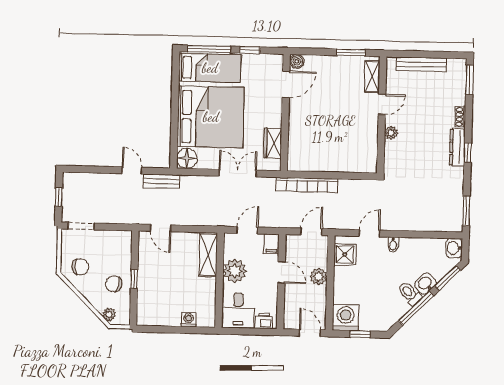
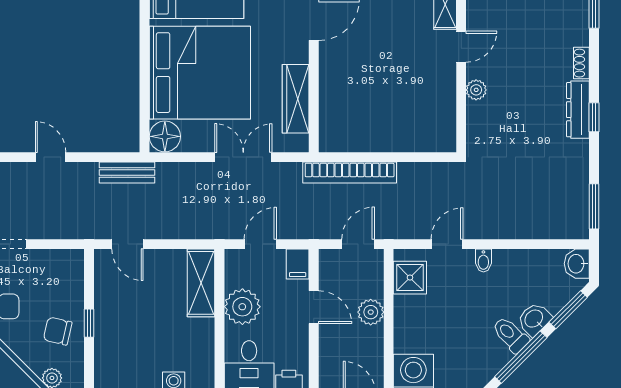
wardrobe: (273, 143) -> (296, 99), width x1.50
door: (132, 170) -> (51, 157), moved

